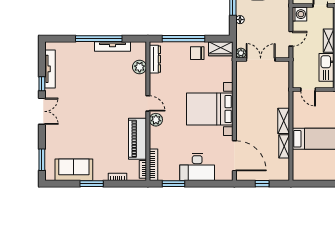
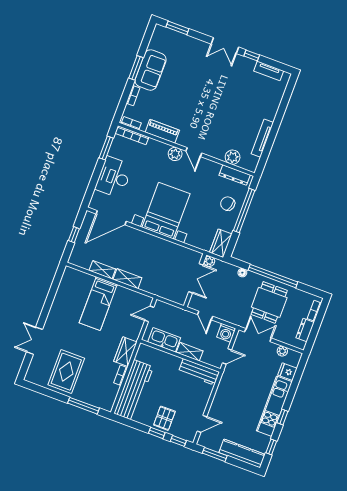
window: (99, 39) -> (275, 128), removed
chair: (197, 53) -> (228, 204), moved, turned -75
tv unit: (50, 69) -> (269, 71), width x0.71
door: (148, 103) -> (194, 152), hinge flipped
piano: (138, 139) -> (162, 131), width x0.73, depth x0.75
sofa: (74, 170) -> (151, 70), moved

